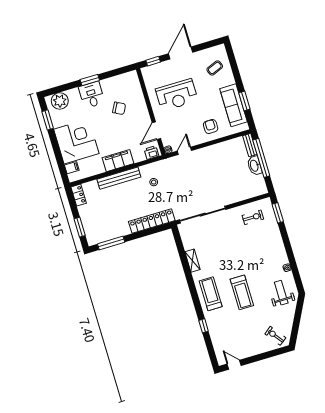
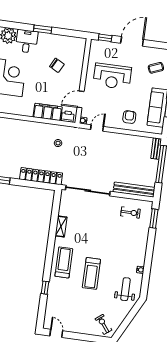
desk: (92, 95) -> (27, 41), moved
filing cabinet: (118, 161) -> (48, 112), moved
washbasin: (255, 166) -> (152, 168), removed
bench: (119, 178) -> (134, 190), moved

